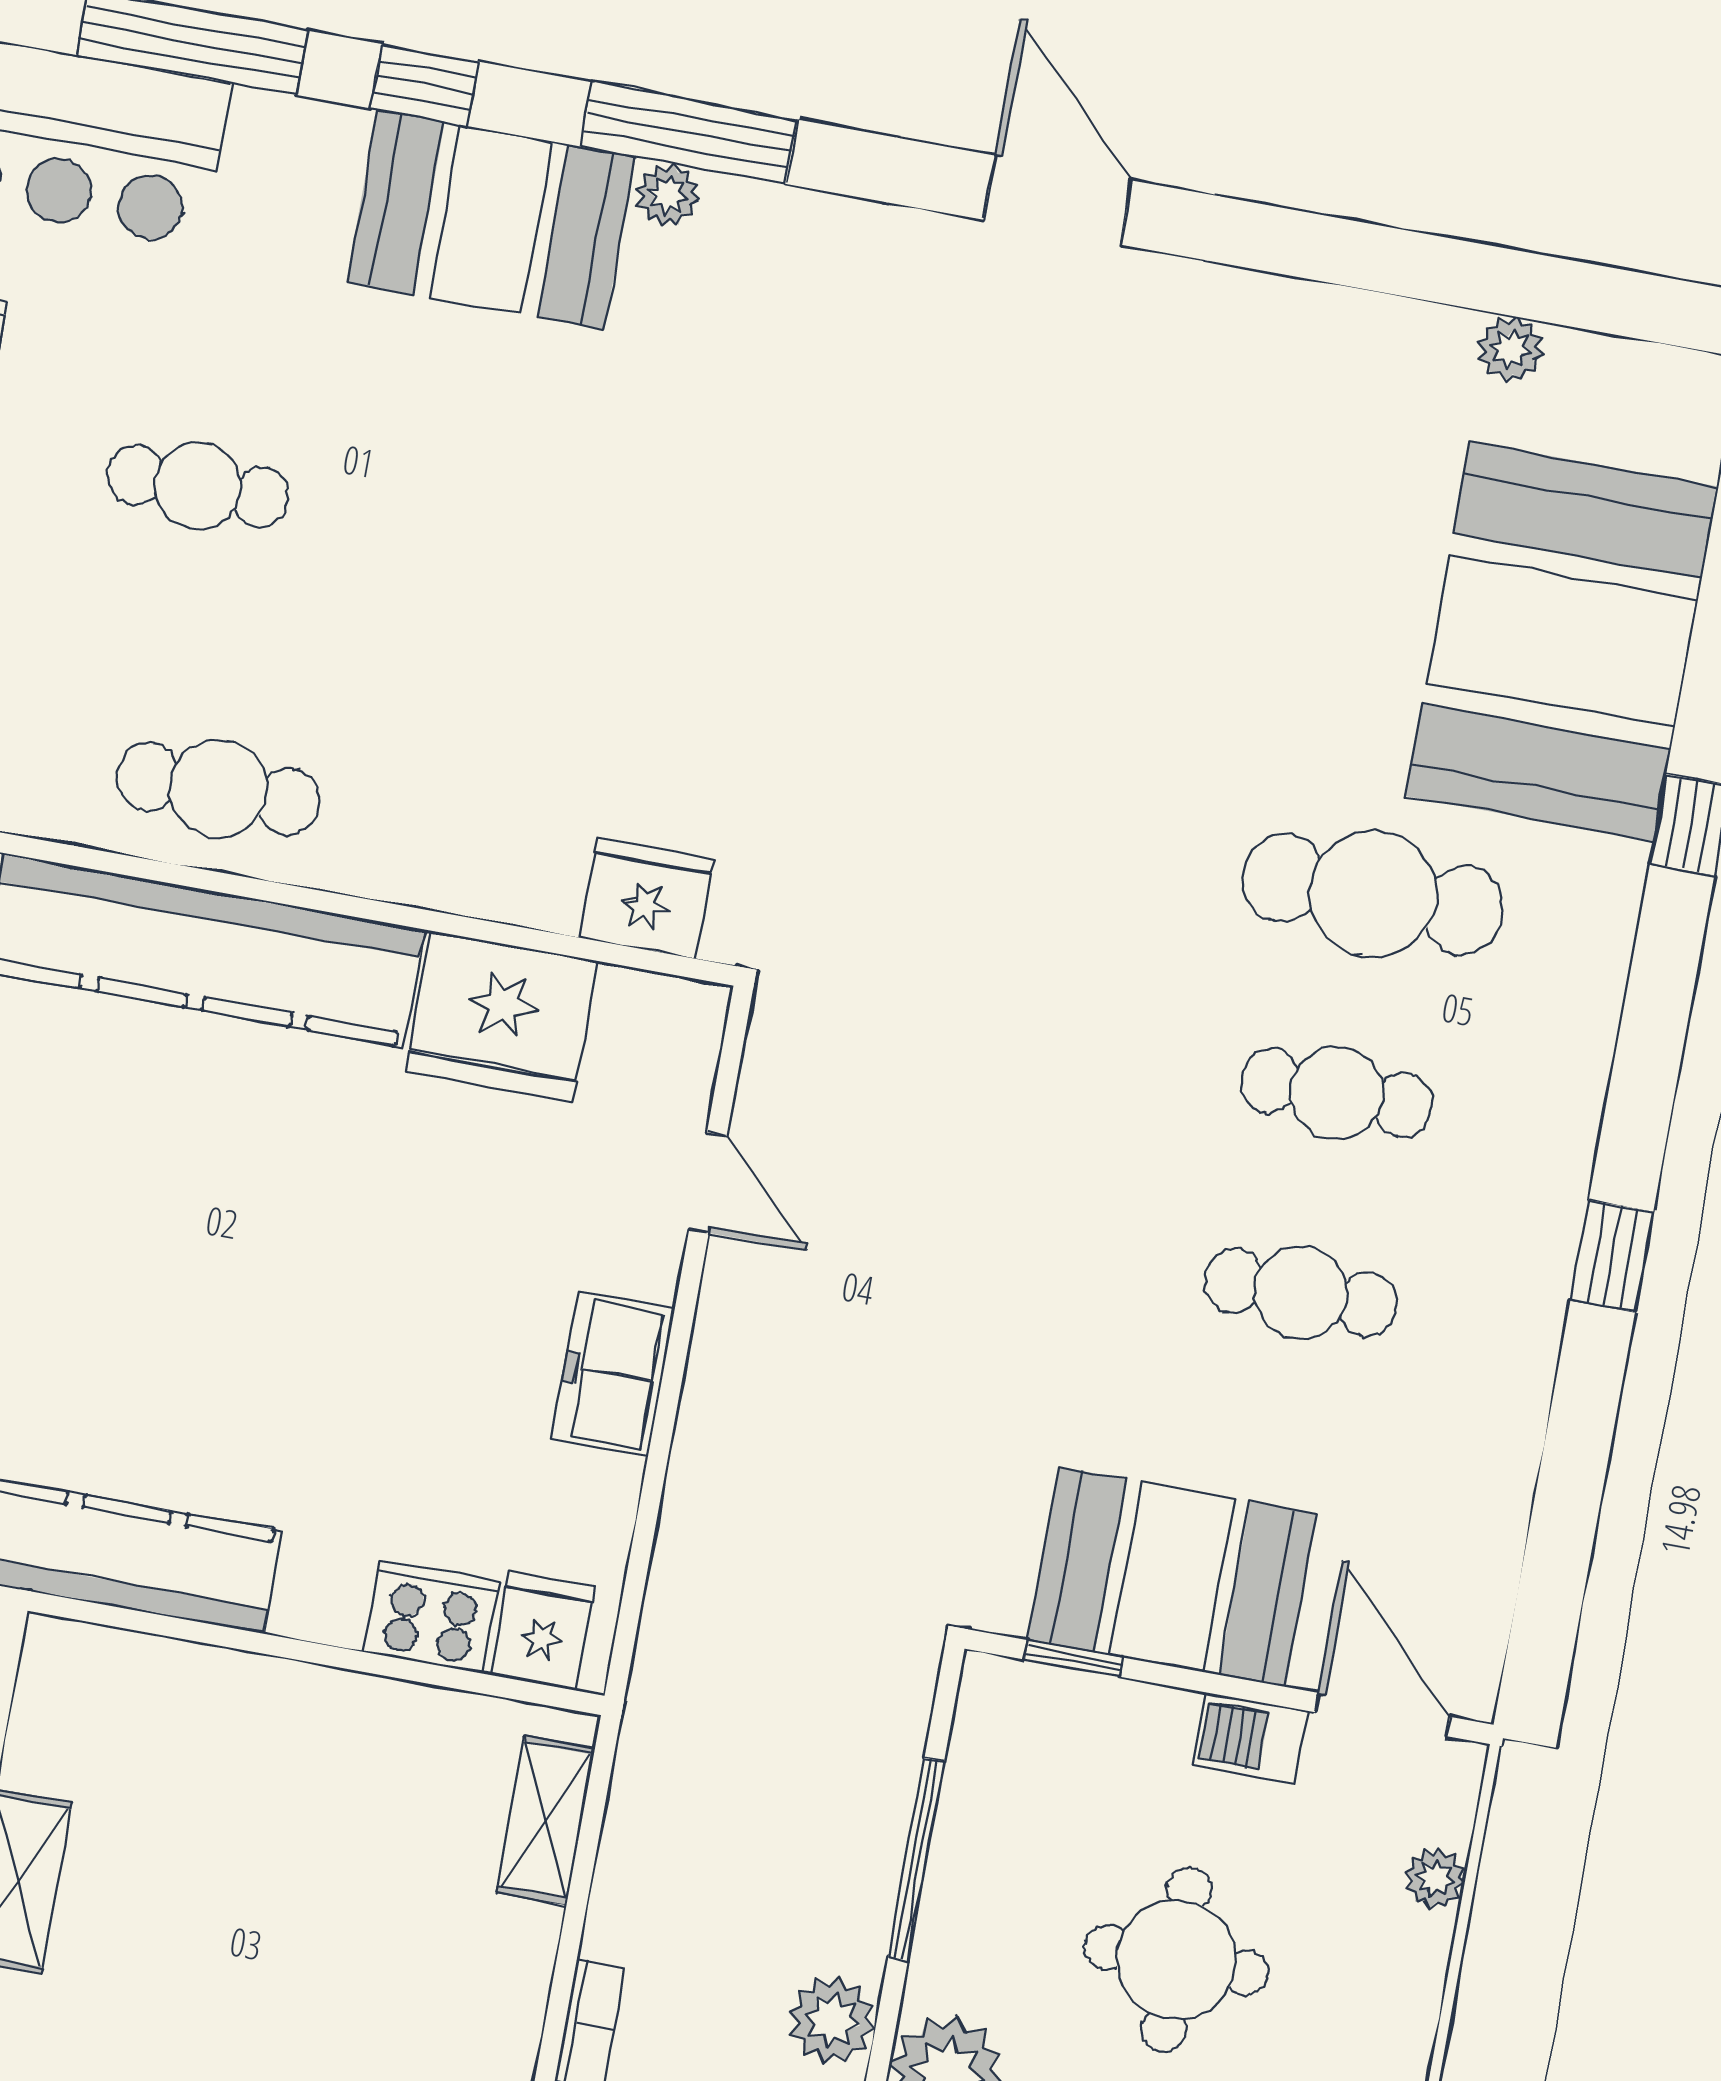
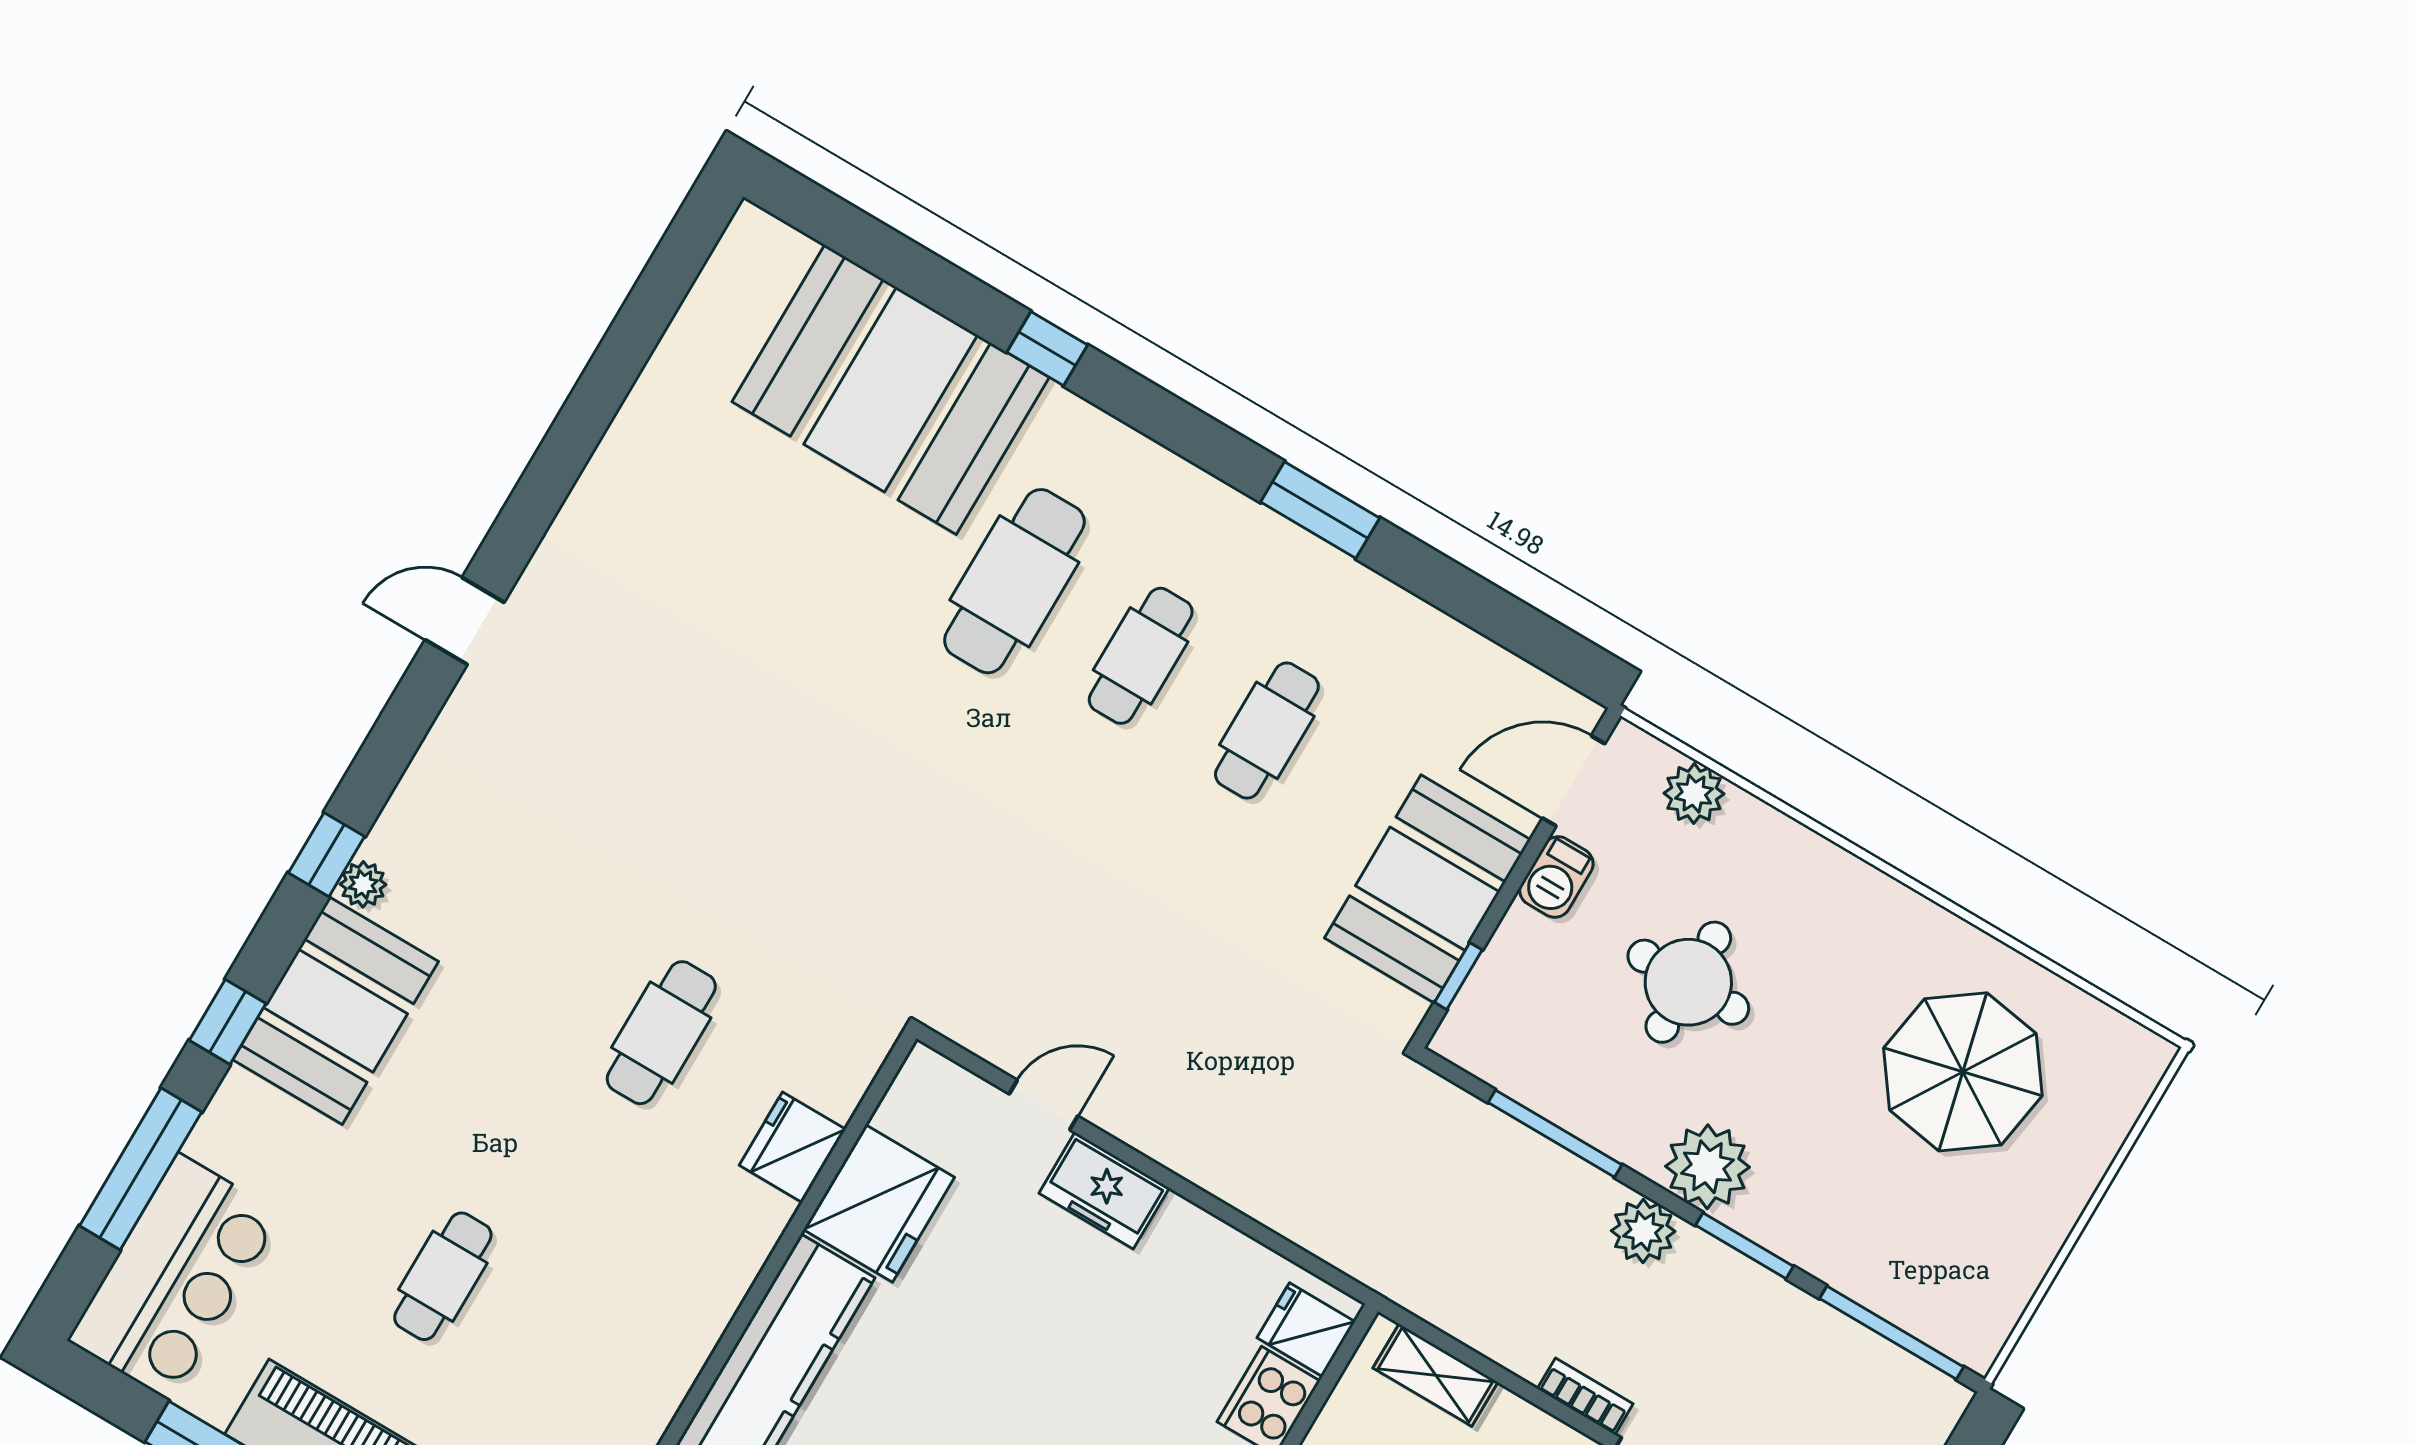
window: (689, 133) -> (326, 855), width x0.46
door: (1058, 200) -> (465, 621), width x0.73
plant: (1511, 349) -> (679, 351), removed
cafe table: (218, 789) -> (661, 1033), moved
fridge: (647, 898) -> (793, 1147), moved
window: (1612, 1256) -> (1320, 510), width x1.50
freezer: (613, 1374) -> (1104, 1191), moved
plant: (1435, 1879) -> (1694, 794), width x1.38, depth x1.38

